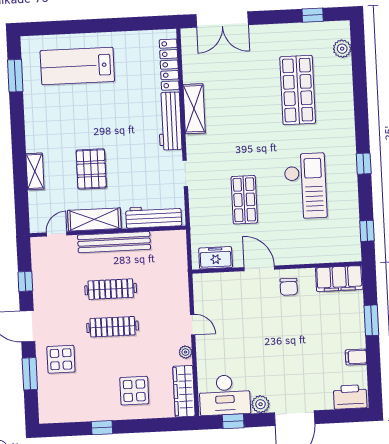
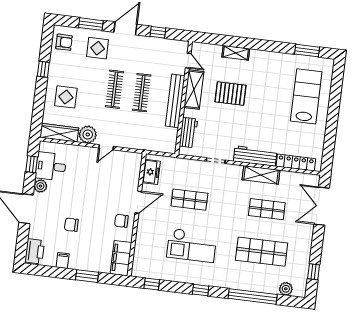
window: (360, 92) -> (253, 296), added
shop shelf: (239, 93) -> (267, 209), added
workbench: (154, 217) -> (188, 133), width x0.73
plant: (185, 352) -> (88, 134), width x1.88, depth x1.88
chair: (306, 353) -> (71, 225), added
desk: (225, 395) -> (51, 166), width x0.73
armchair: (61, 406) -> (64, 42), added

